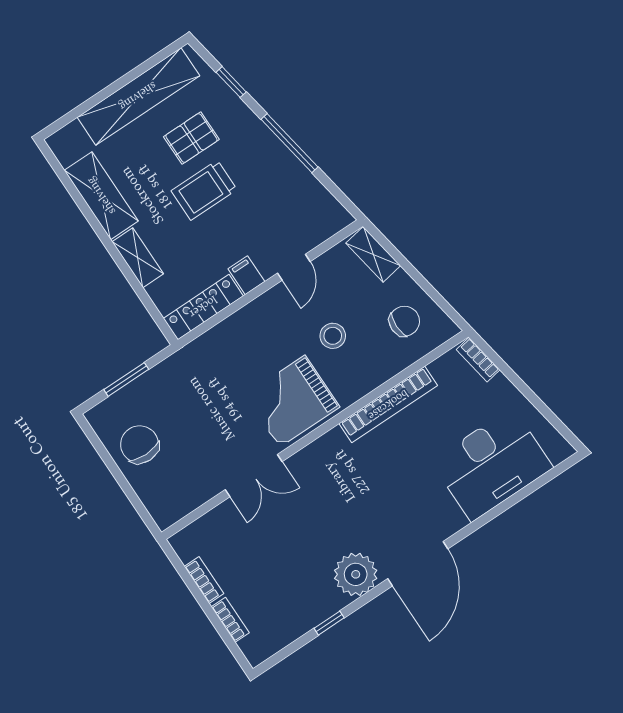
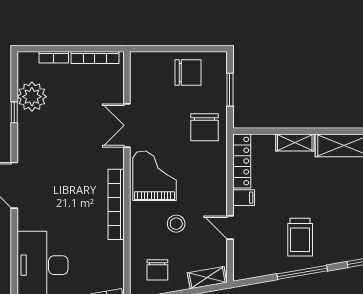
pallet: (191, 138) -> (342, 219), removed
trolley: (204, 190) -> (300, 237), moved, turned 180
chair: (193, 380) -> (205, 127), added
bookcase: (388, 405) -> (116, 204), moved
plant: (356, 574) -> (32, 97), moved
bookcase: (204, 580) -> (95, 58), width x1.56

